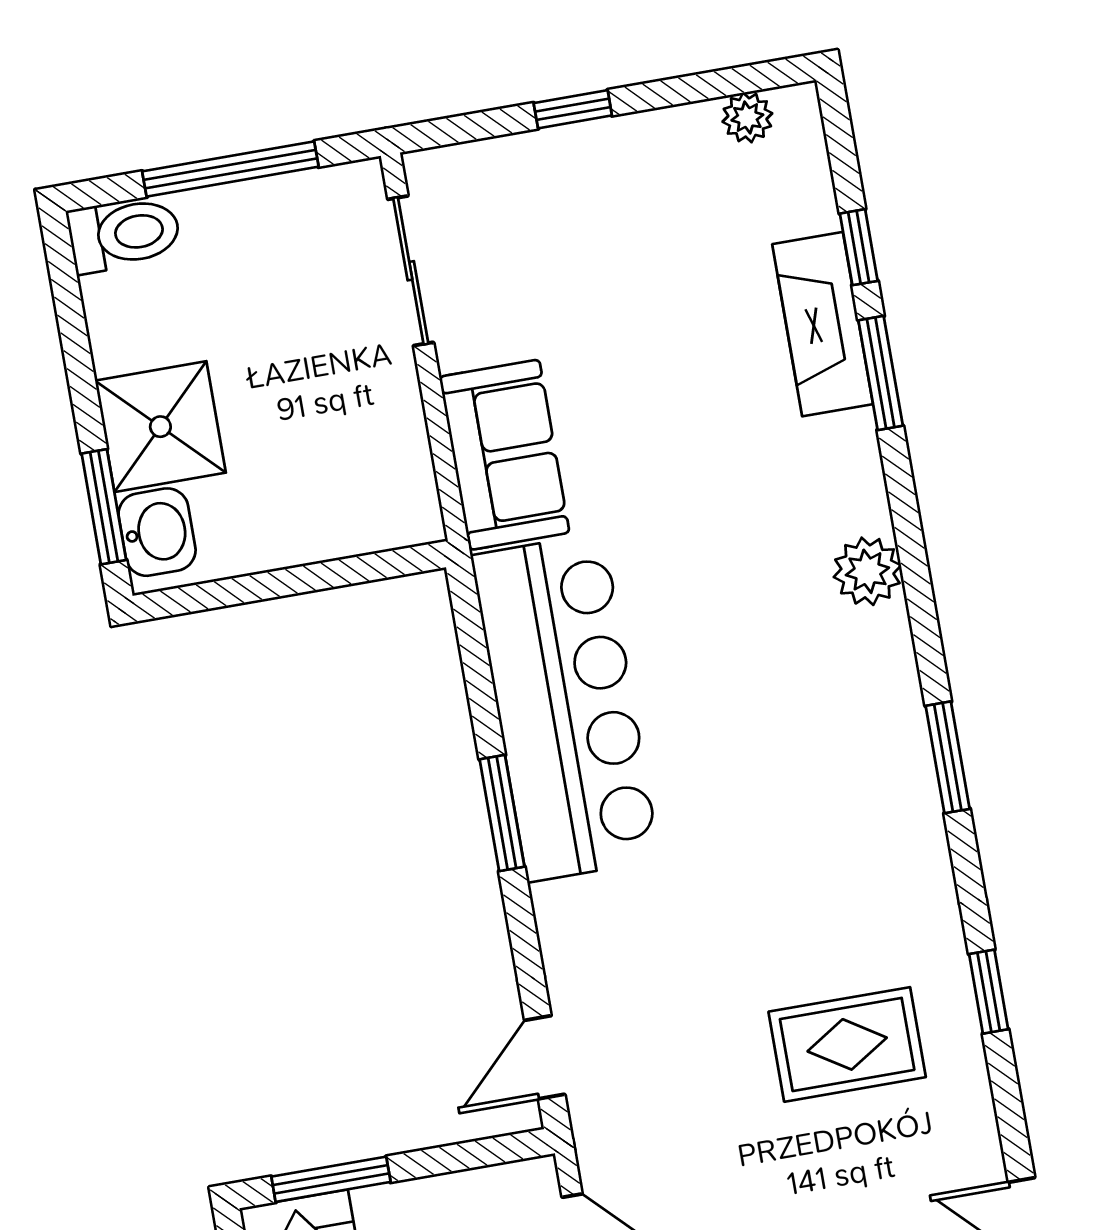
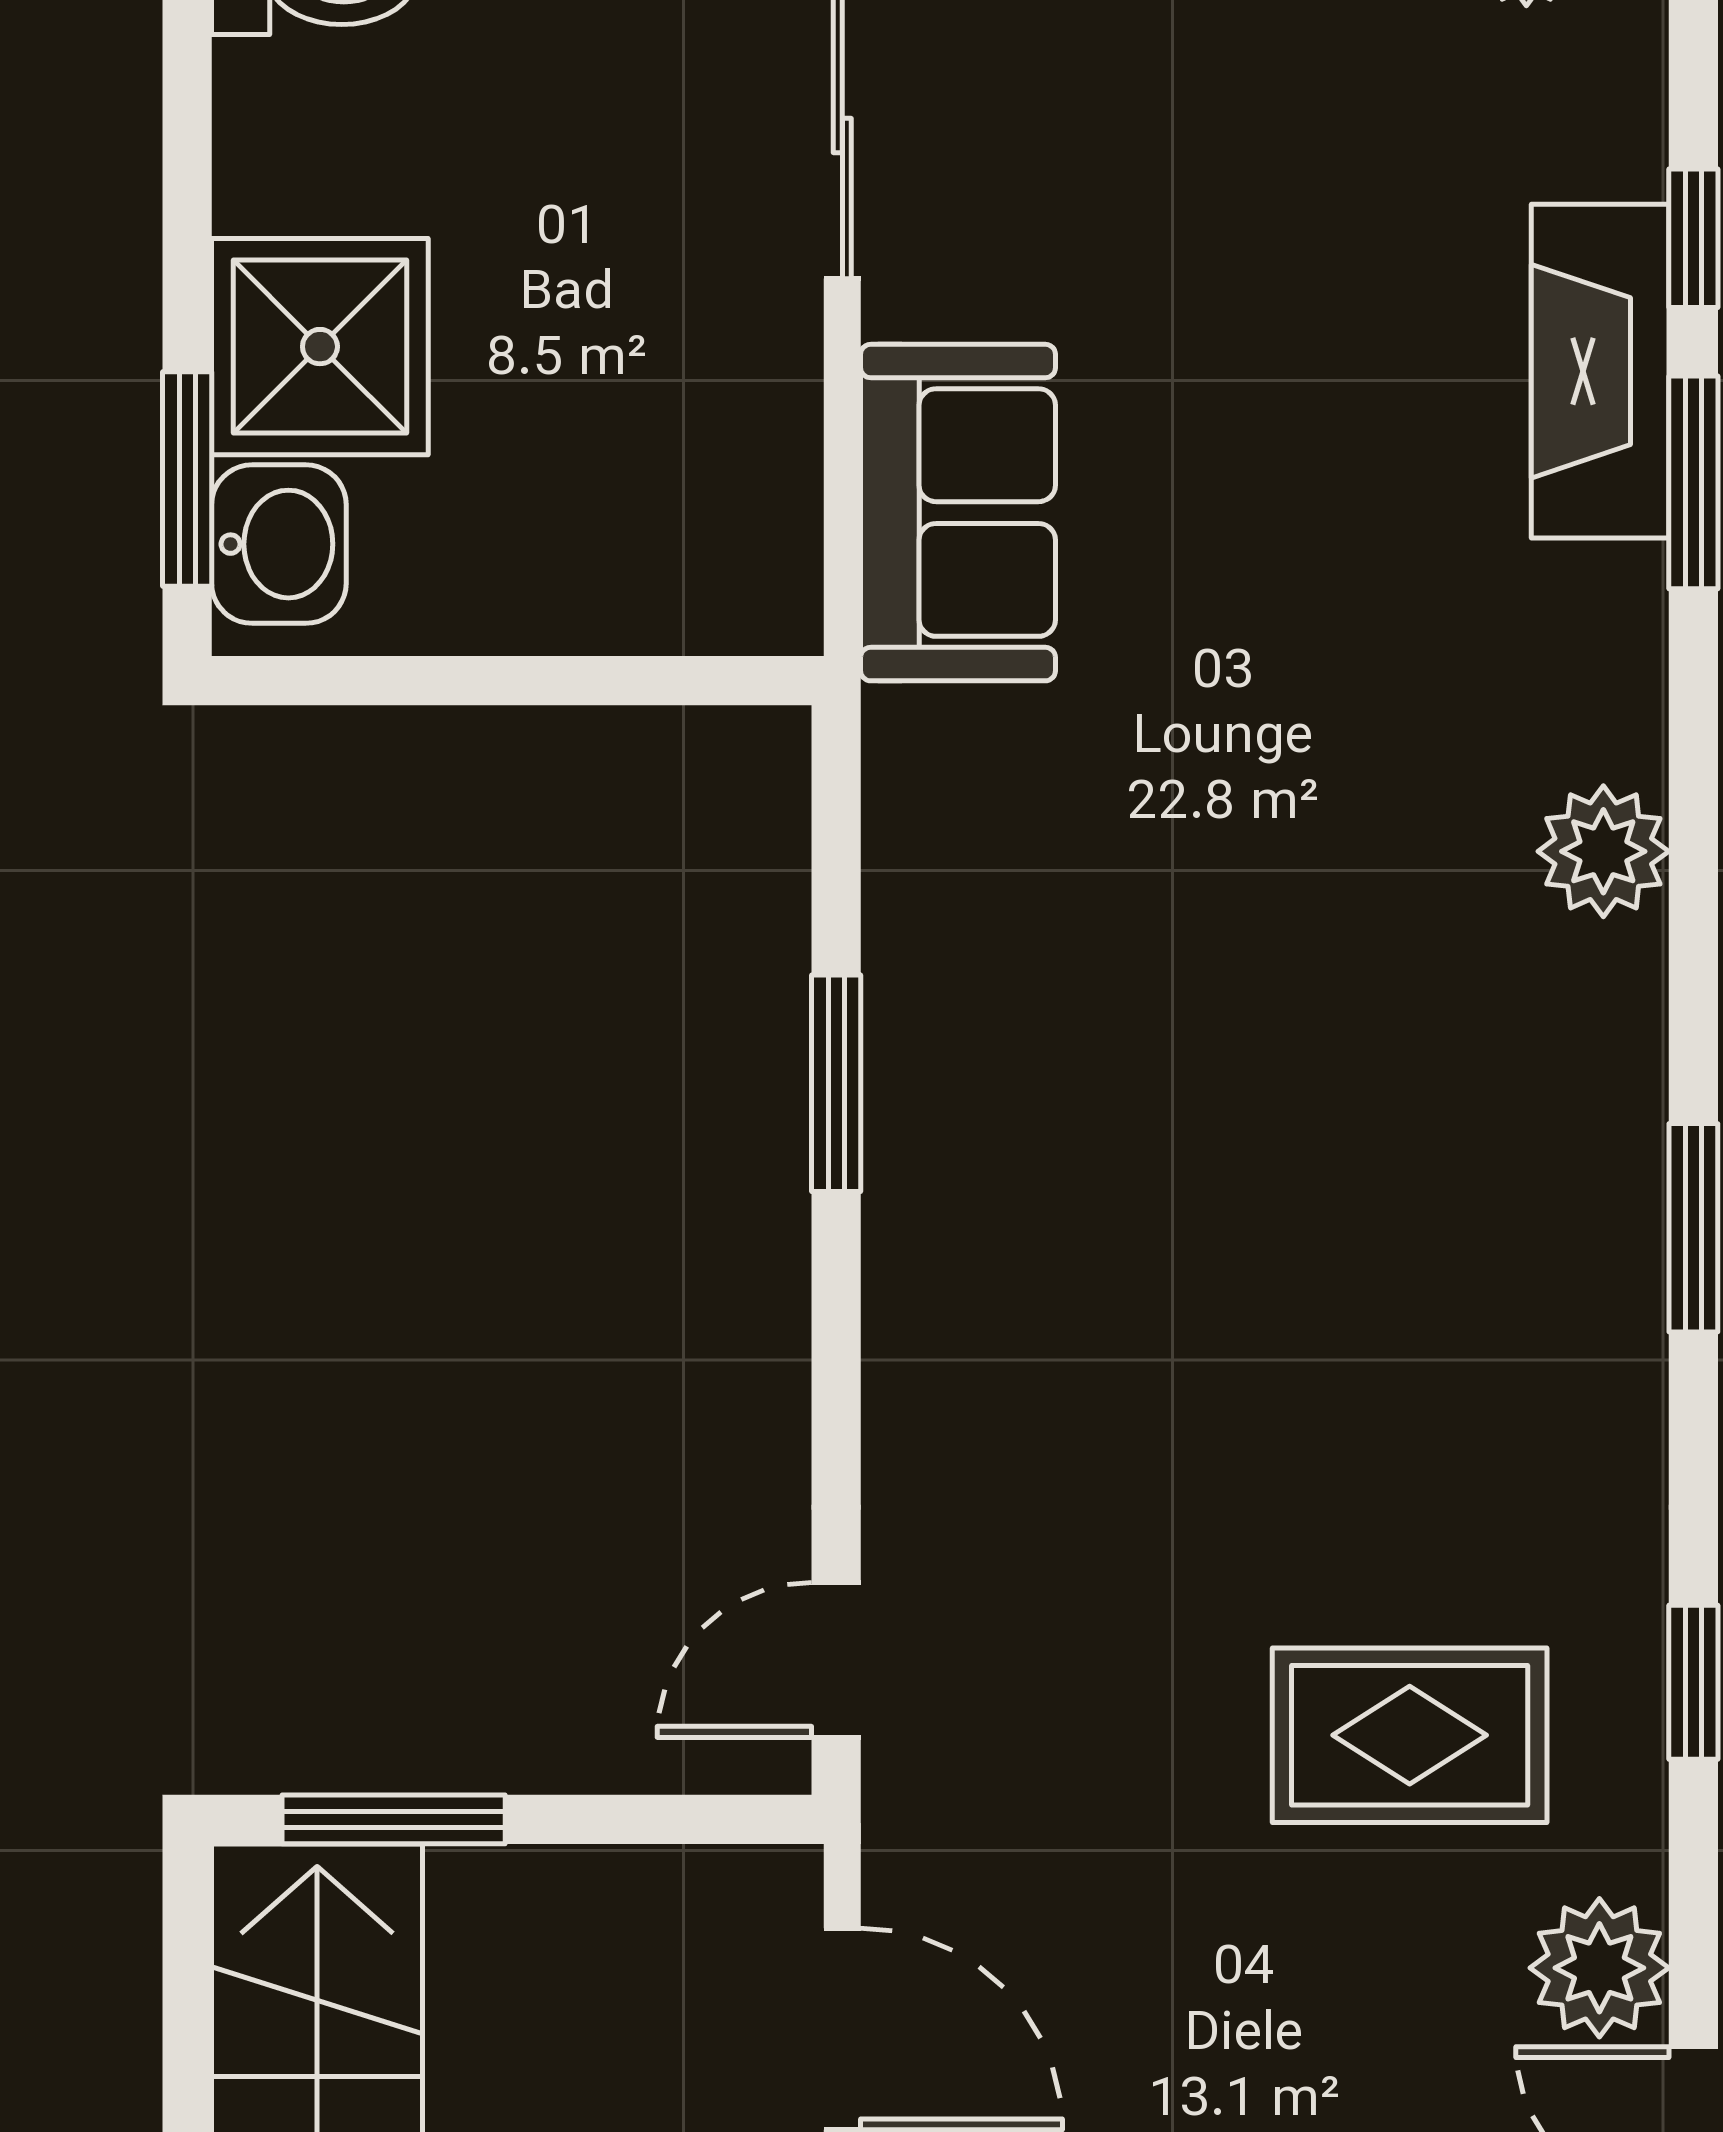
bar counter: (565, 708) -> (990, 1008), removed
window: (502, 813) -> (836, 1083), moved
plant: (966, 1147) -> (1599, 1968), added

